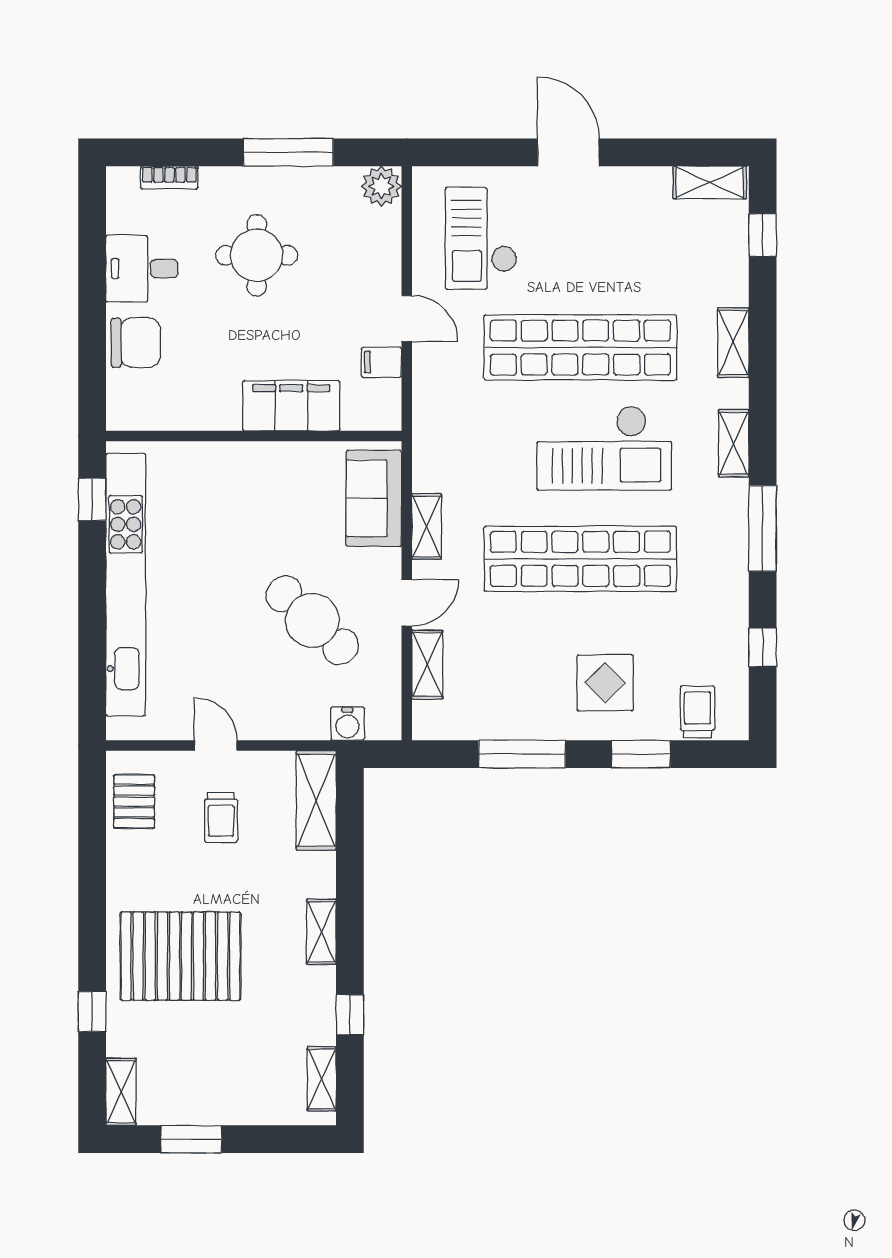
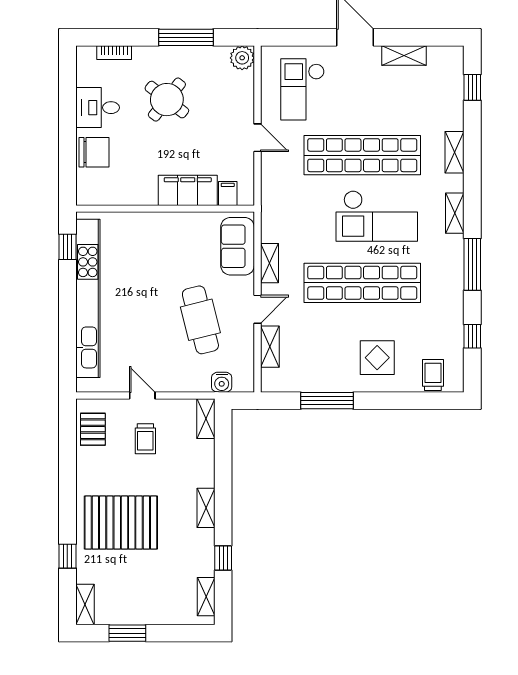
shelving: (710, 182) -> (404, 56), moved
round table: (257, 255) -> (167, 100), turned 38
filing cabinet: (381, 362) -> (228, 193), moved, turned 90
cafe table: (312, 620) -> (200, 320), turned 33
window: (641, 754) -> (399, 401), removed
shelving: (316, 800) -> (206, 419), width x0.67, depth x0.75

